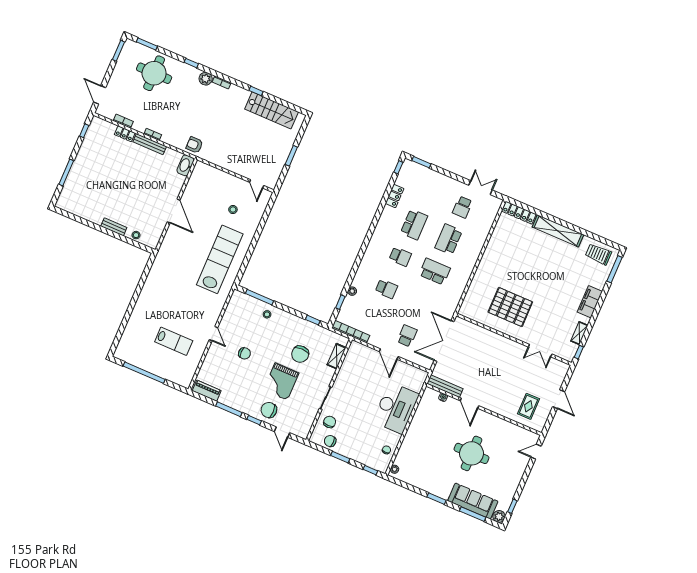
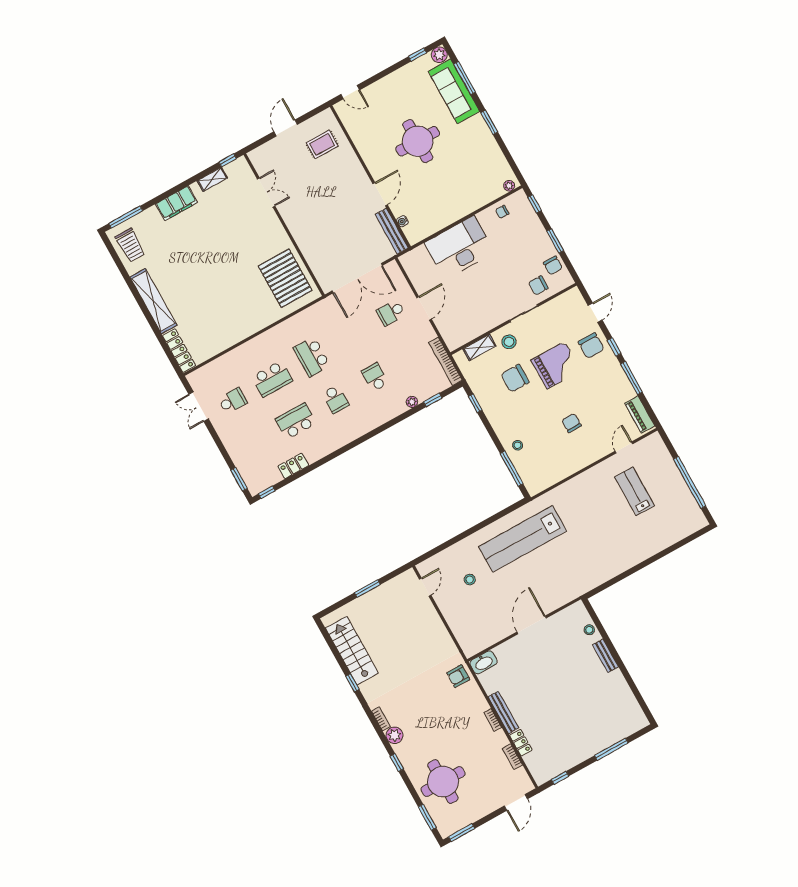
armchair: (194, 145) -> (458, 676), turned 90
school desk: (400, 257) -> (335, 399), turned 180
pallet: (510, 307) -> (285, 278), moved
door: (214, 334) -> (624, 447), moved
chair: (300, 354) -> (515, 378), turned 180
stool: (321, 374) -> (509, 342), added

